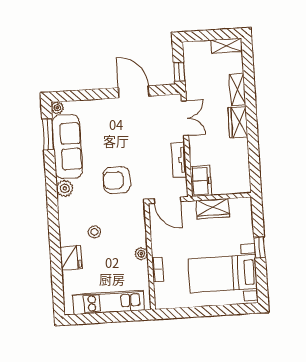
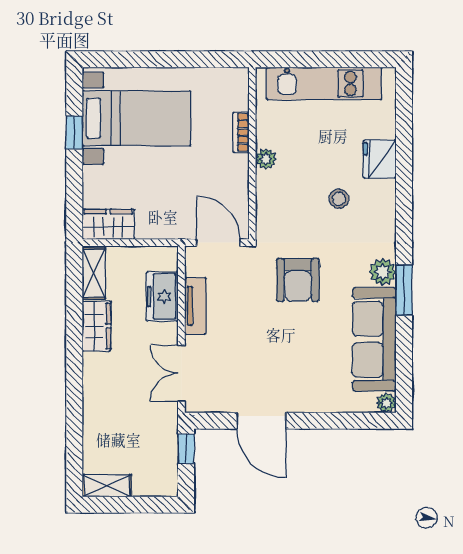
shelving: (238, 90) -> (94, 273), moved
wardrobe: (238, 122) -> (97, 326), moved
window: (48, 134) -> (404, 290), moved
armchair: (117, 180) -> (298, 280), turned 90
freezer: (201, 181) -> (162, 297), moved
wardrobe: (213, 209) -> (108, 224), moved
window: (260, 248) -> (74, 133), moved

